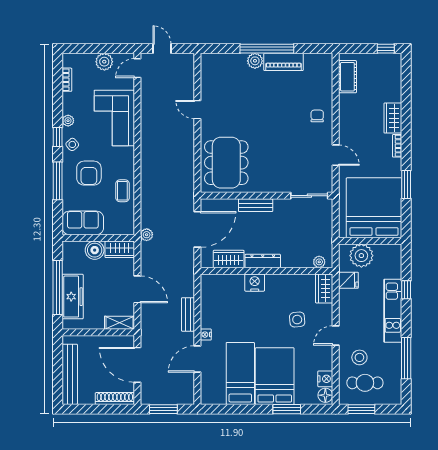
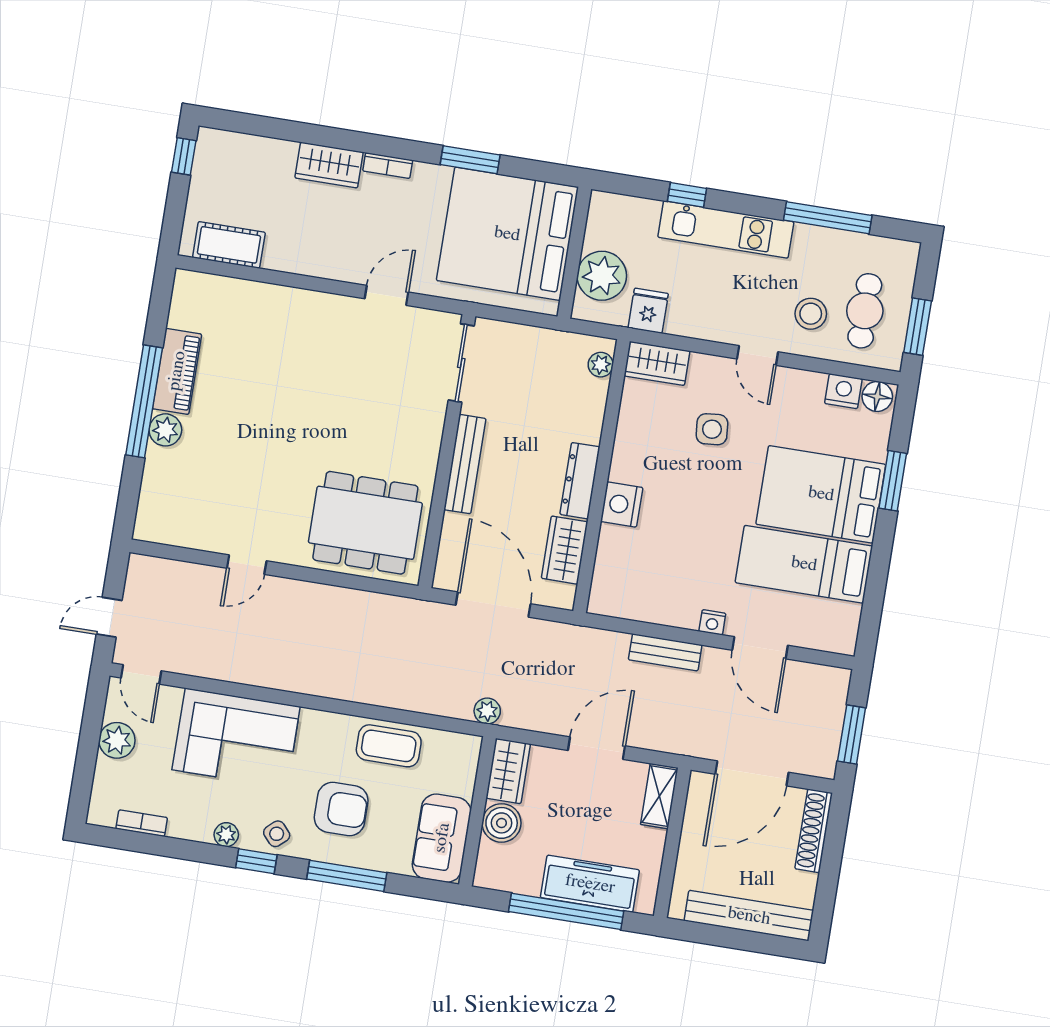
chair: (317, 116) -> (300, 320), removed
coffee table: (122, 191) -> (389, 746), width x1.36, depth x1.30
bench: (256, 205) -> (465, 464), width x1.36

